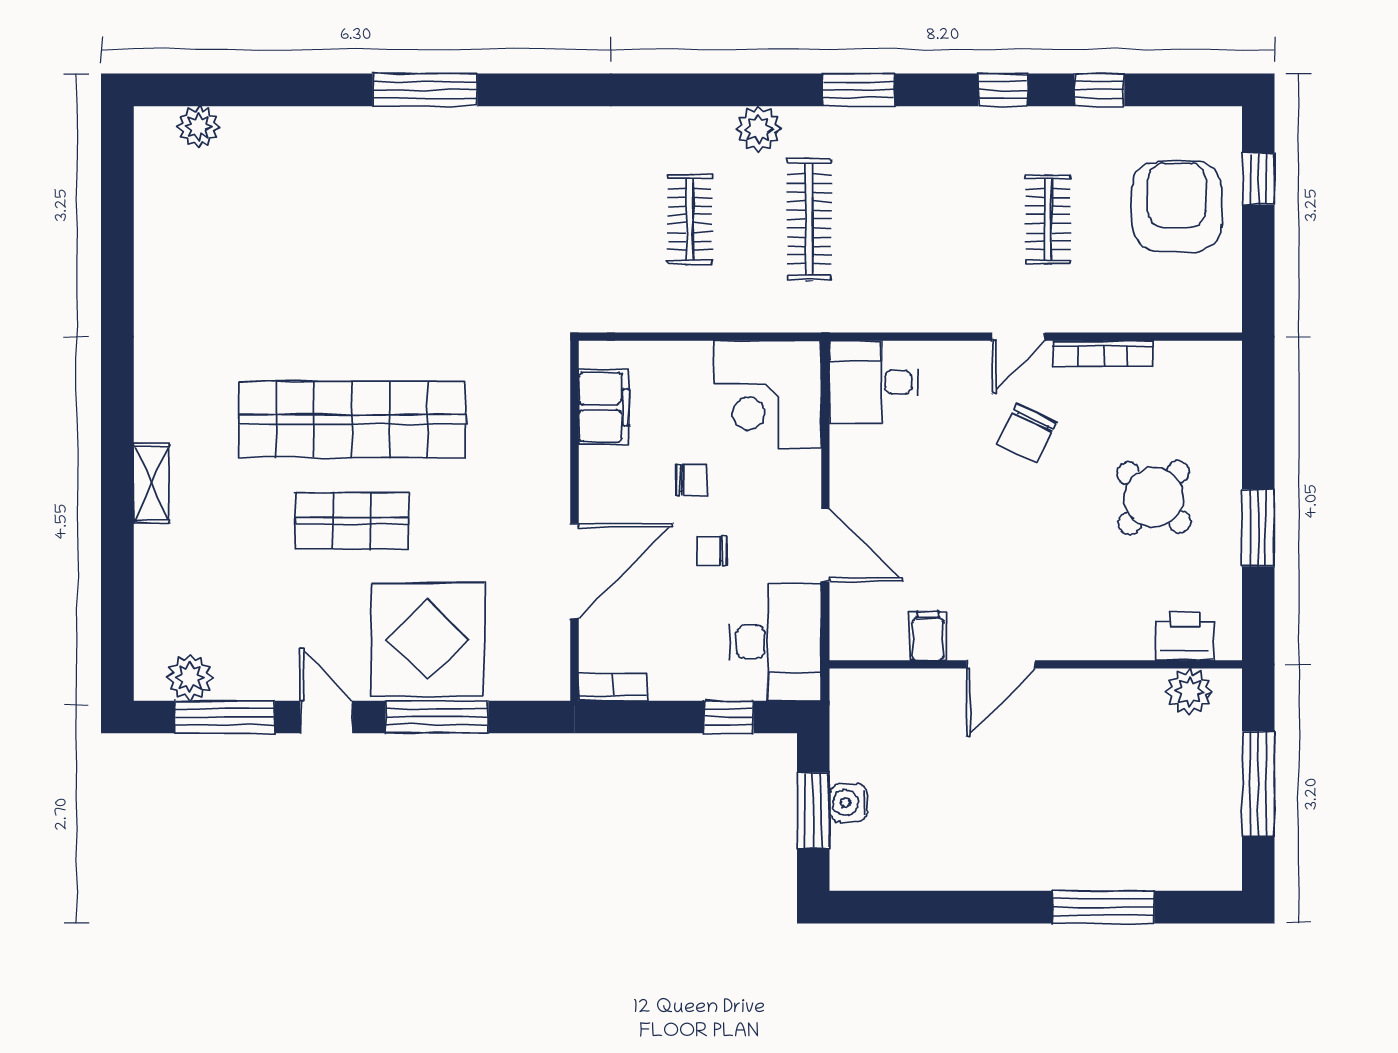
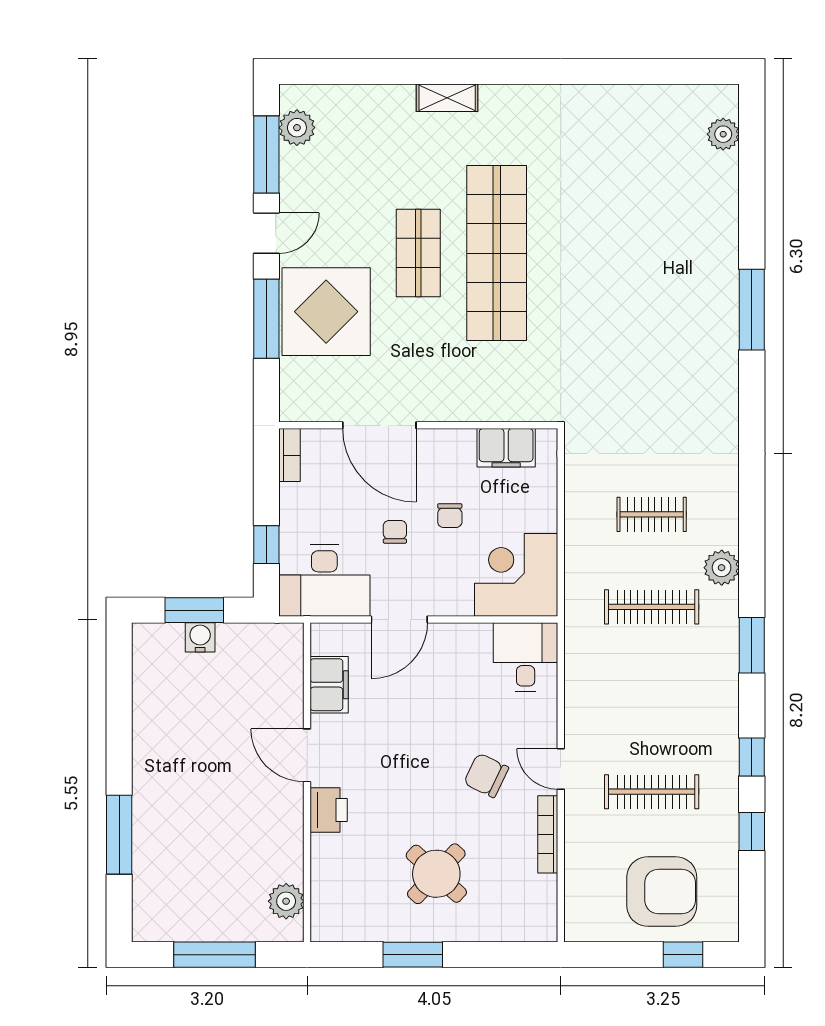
clothes rail: (1048, 219) -> (652, 792), width x1.36
filing cabinet: (928, 636) -> (329, 685), width x2.00
printer: (1185, 636) -> (329, 810), moved

